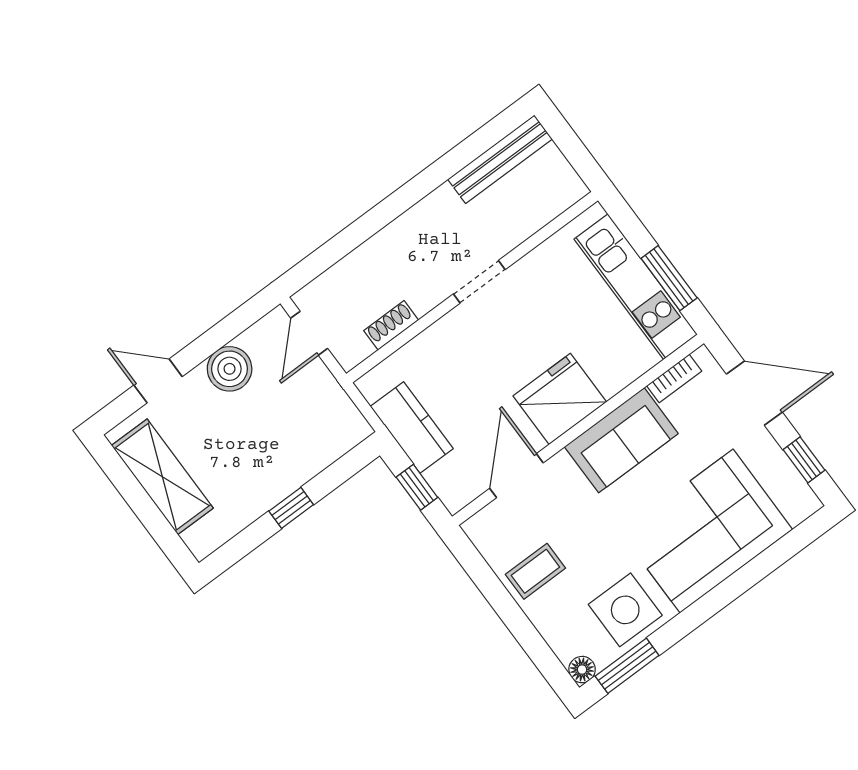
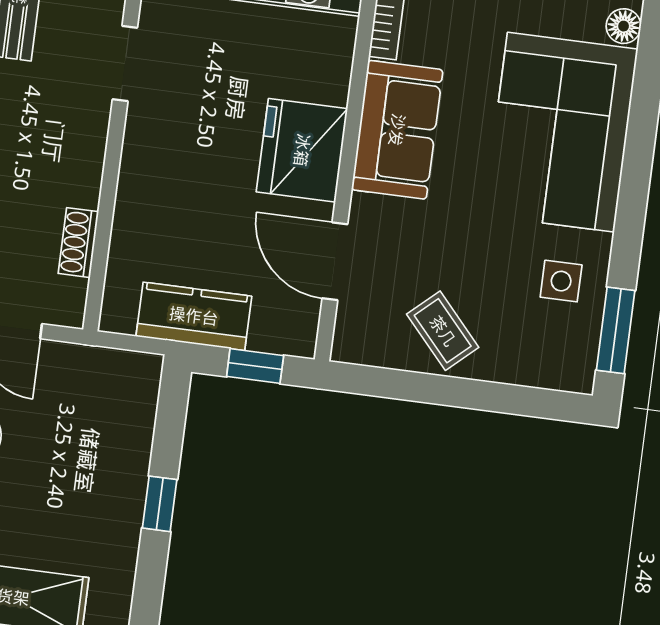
doorway: (479, 282) -> (125, 63), moved
coffee table: (535, 571) -> (443, 331), turned -42
side table: (625, 610) -> (561, 281), width x0.54, depth x0.54
floor lamp: (582, 670) -> (624, 26), moved

